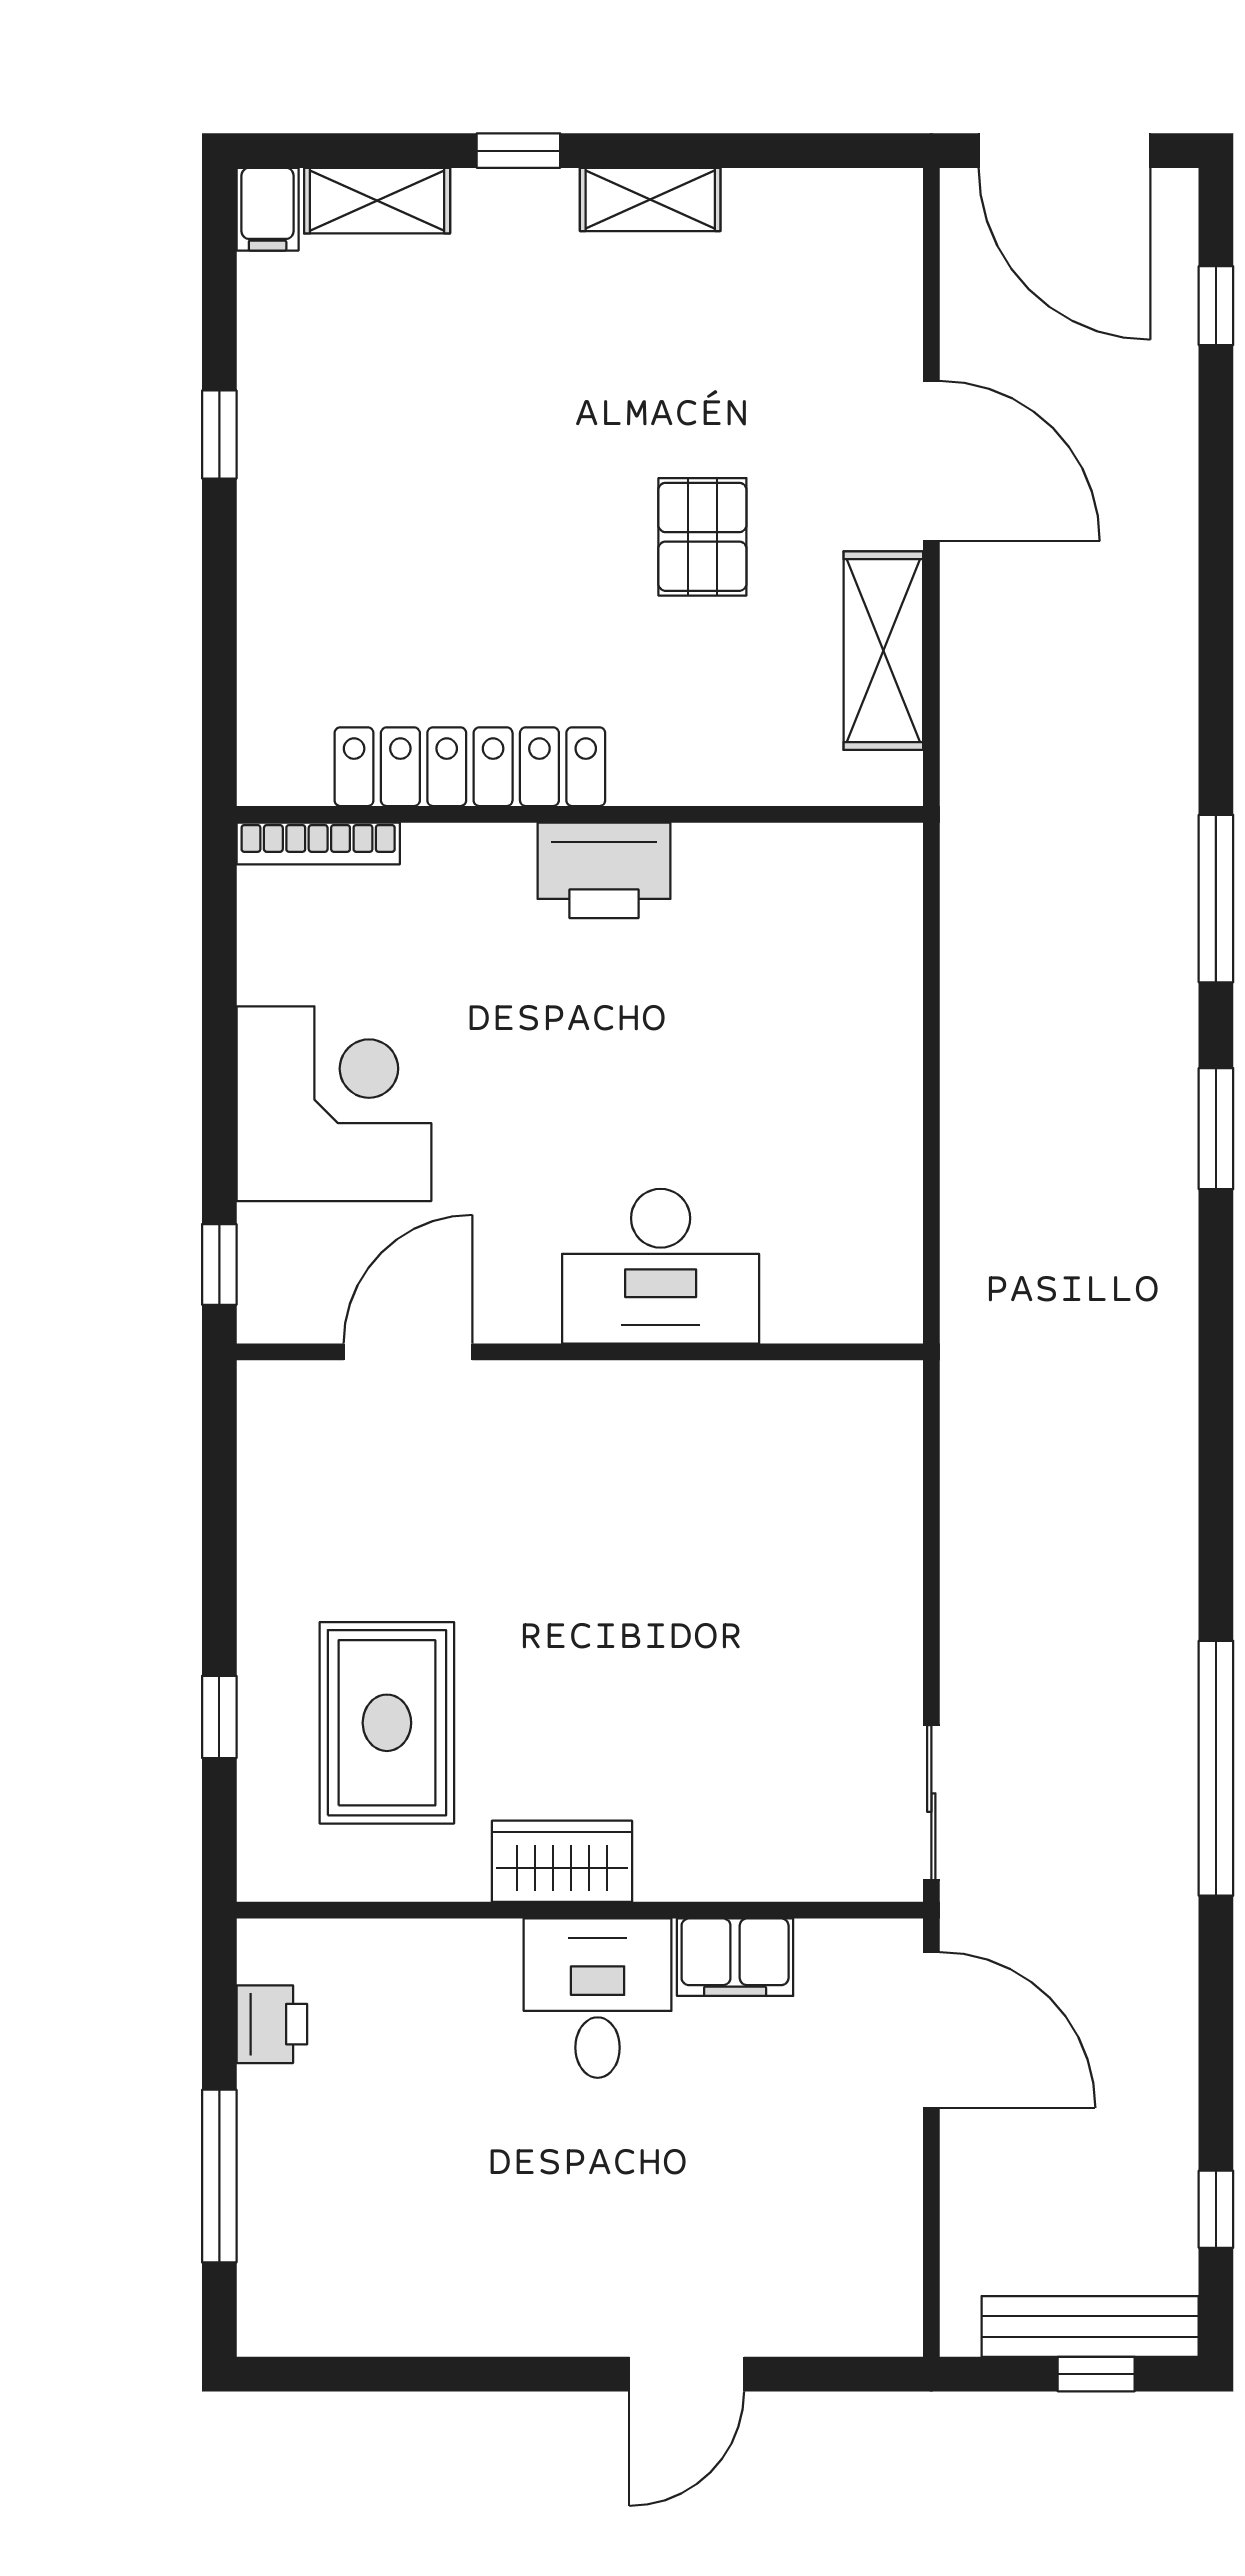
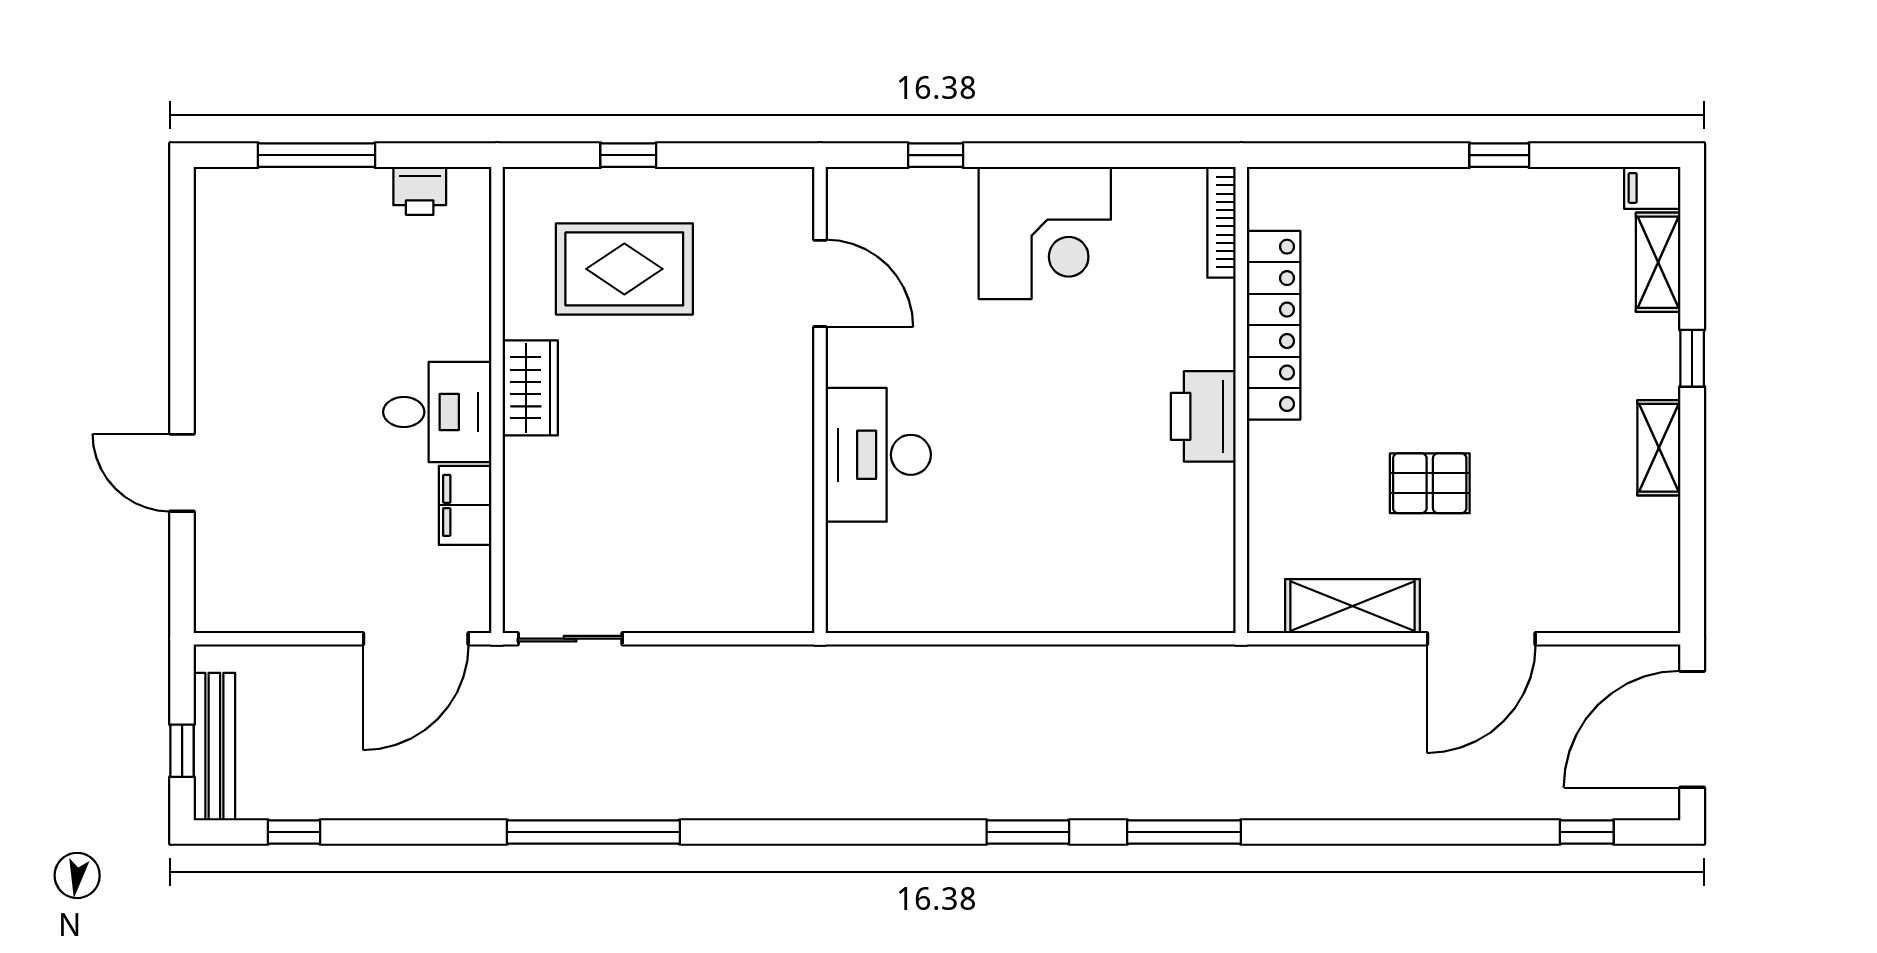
desk: (661, 1266) -> (878, 455), moved
door: (408, 1352) -> (820, 283), moved
wall: (580, 1352) -> (820, 400), moved

